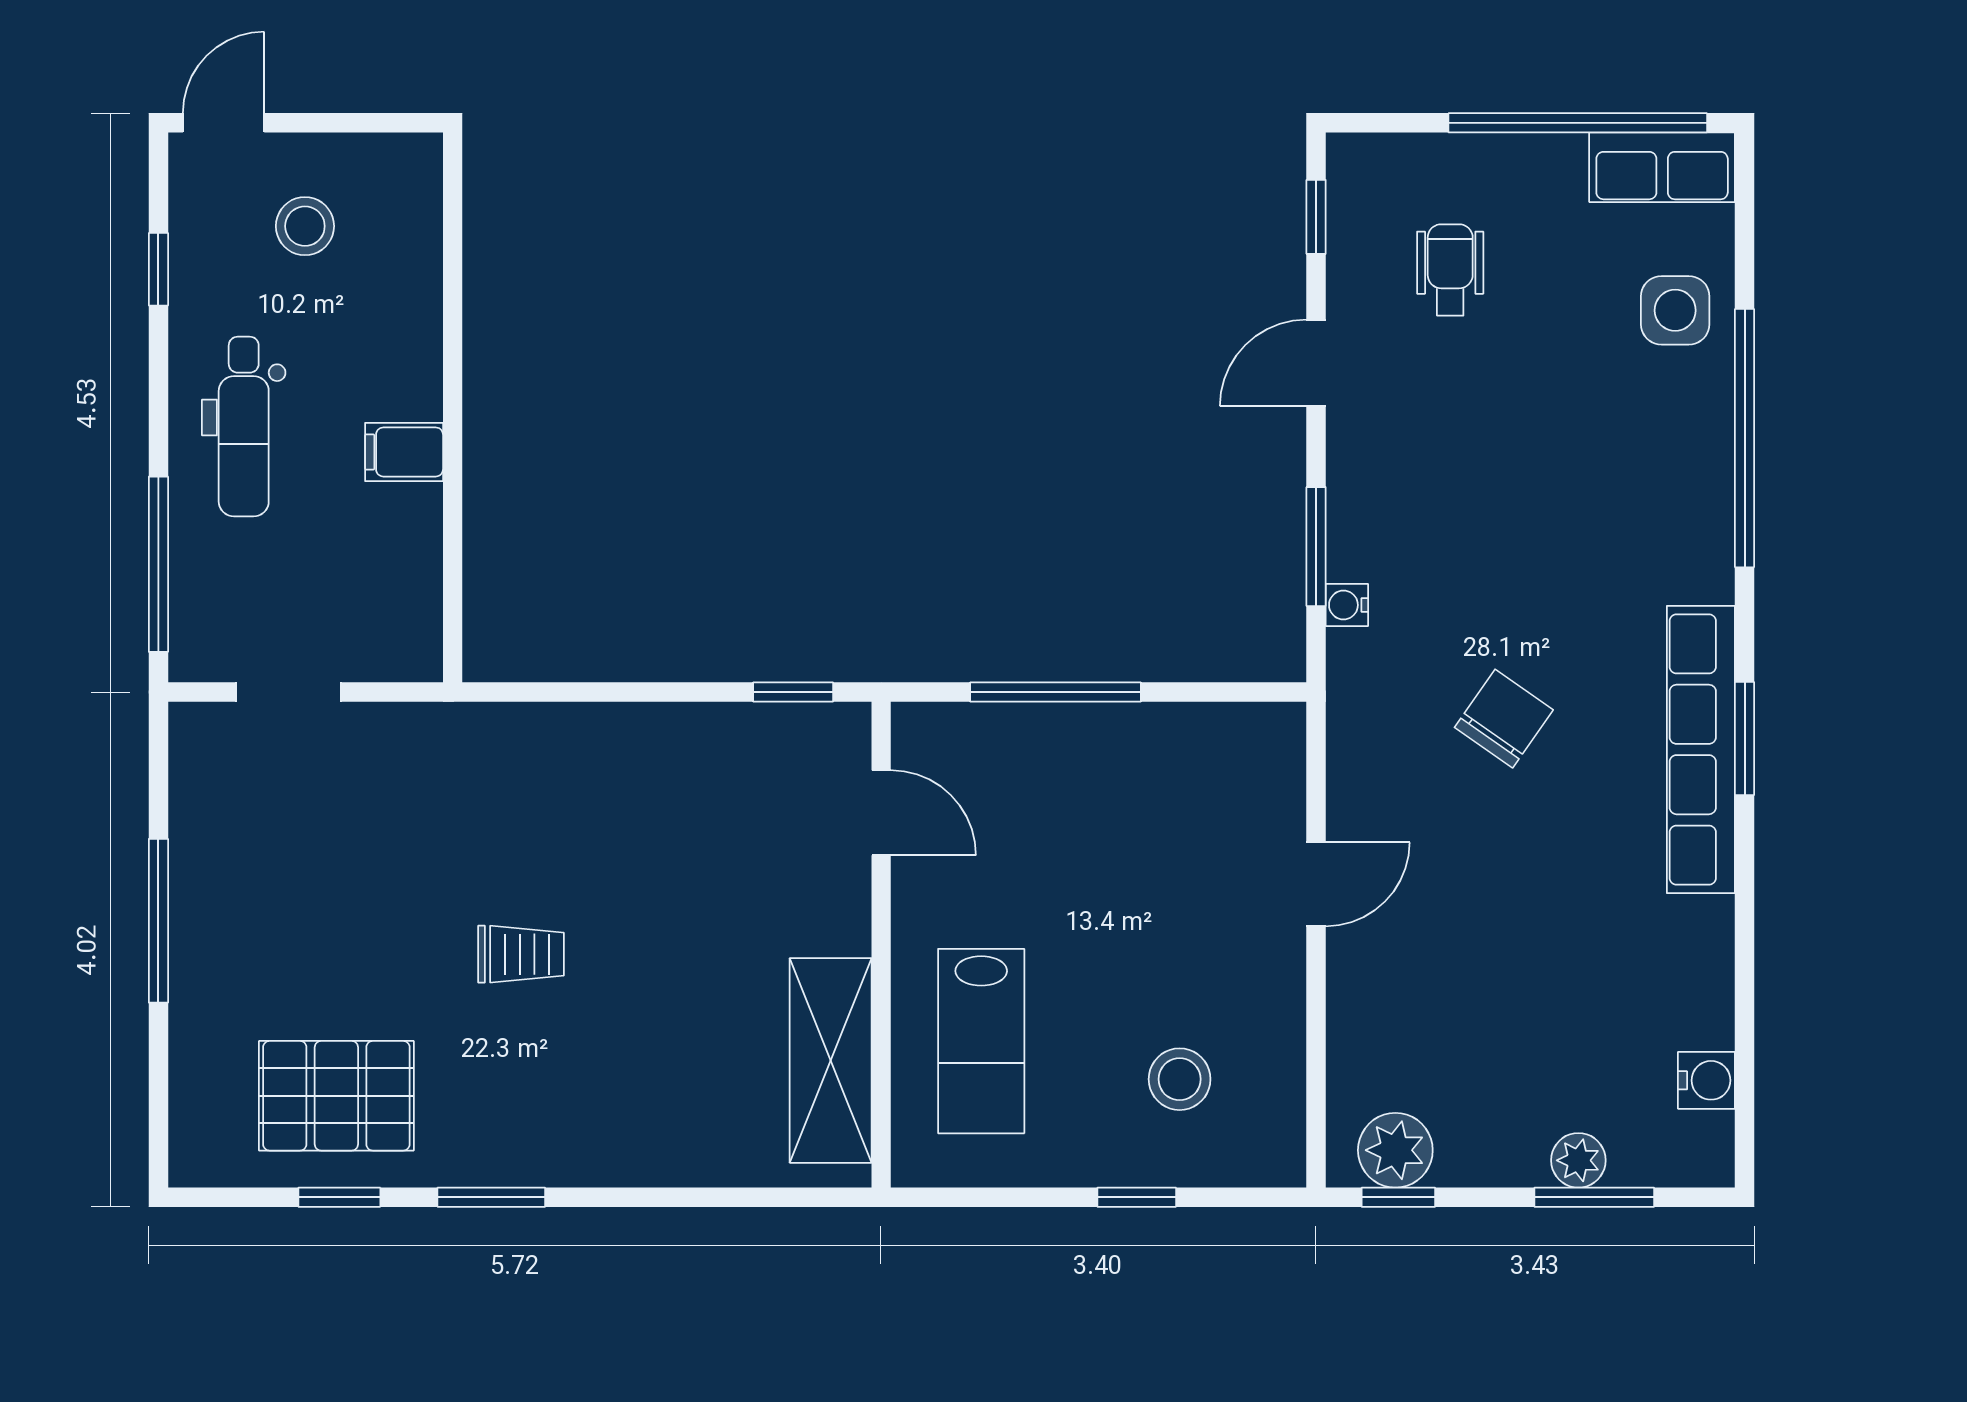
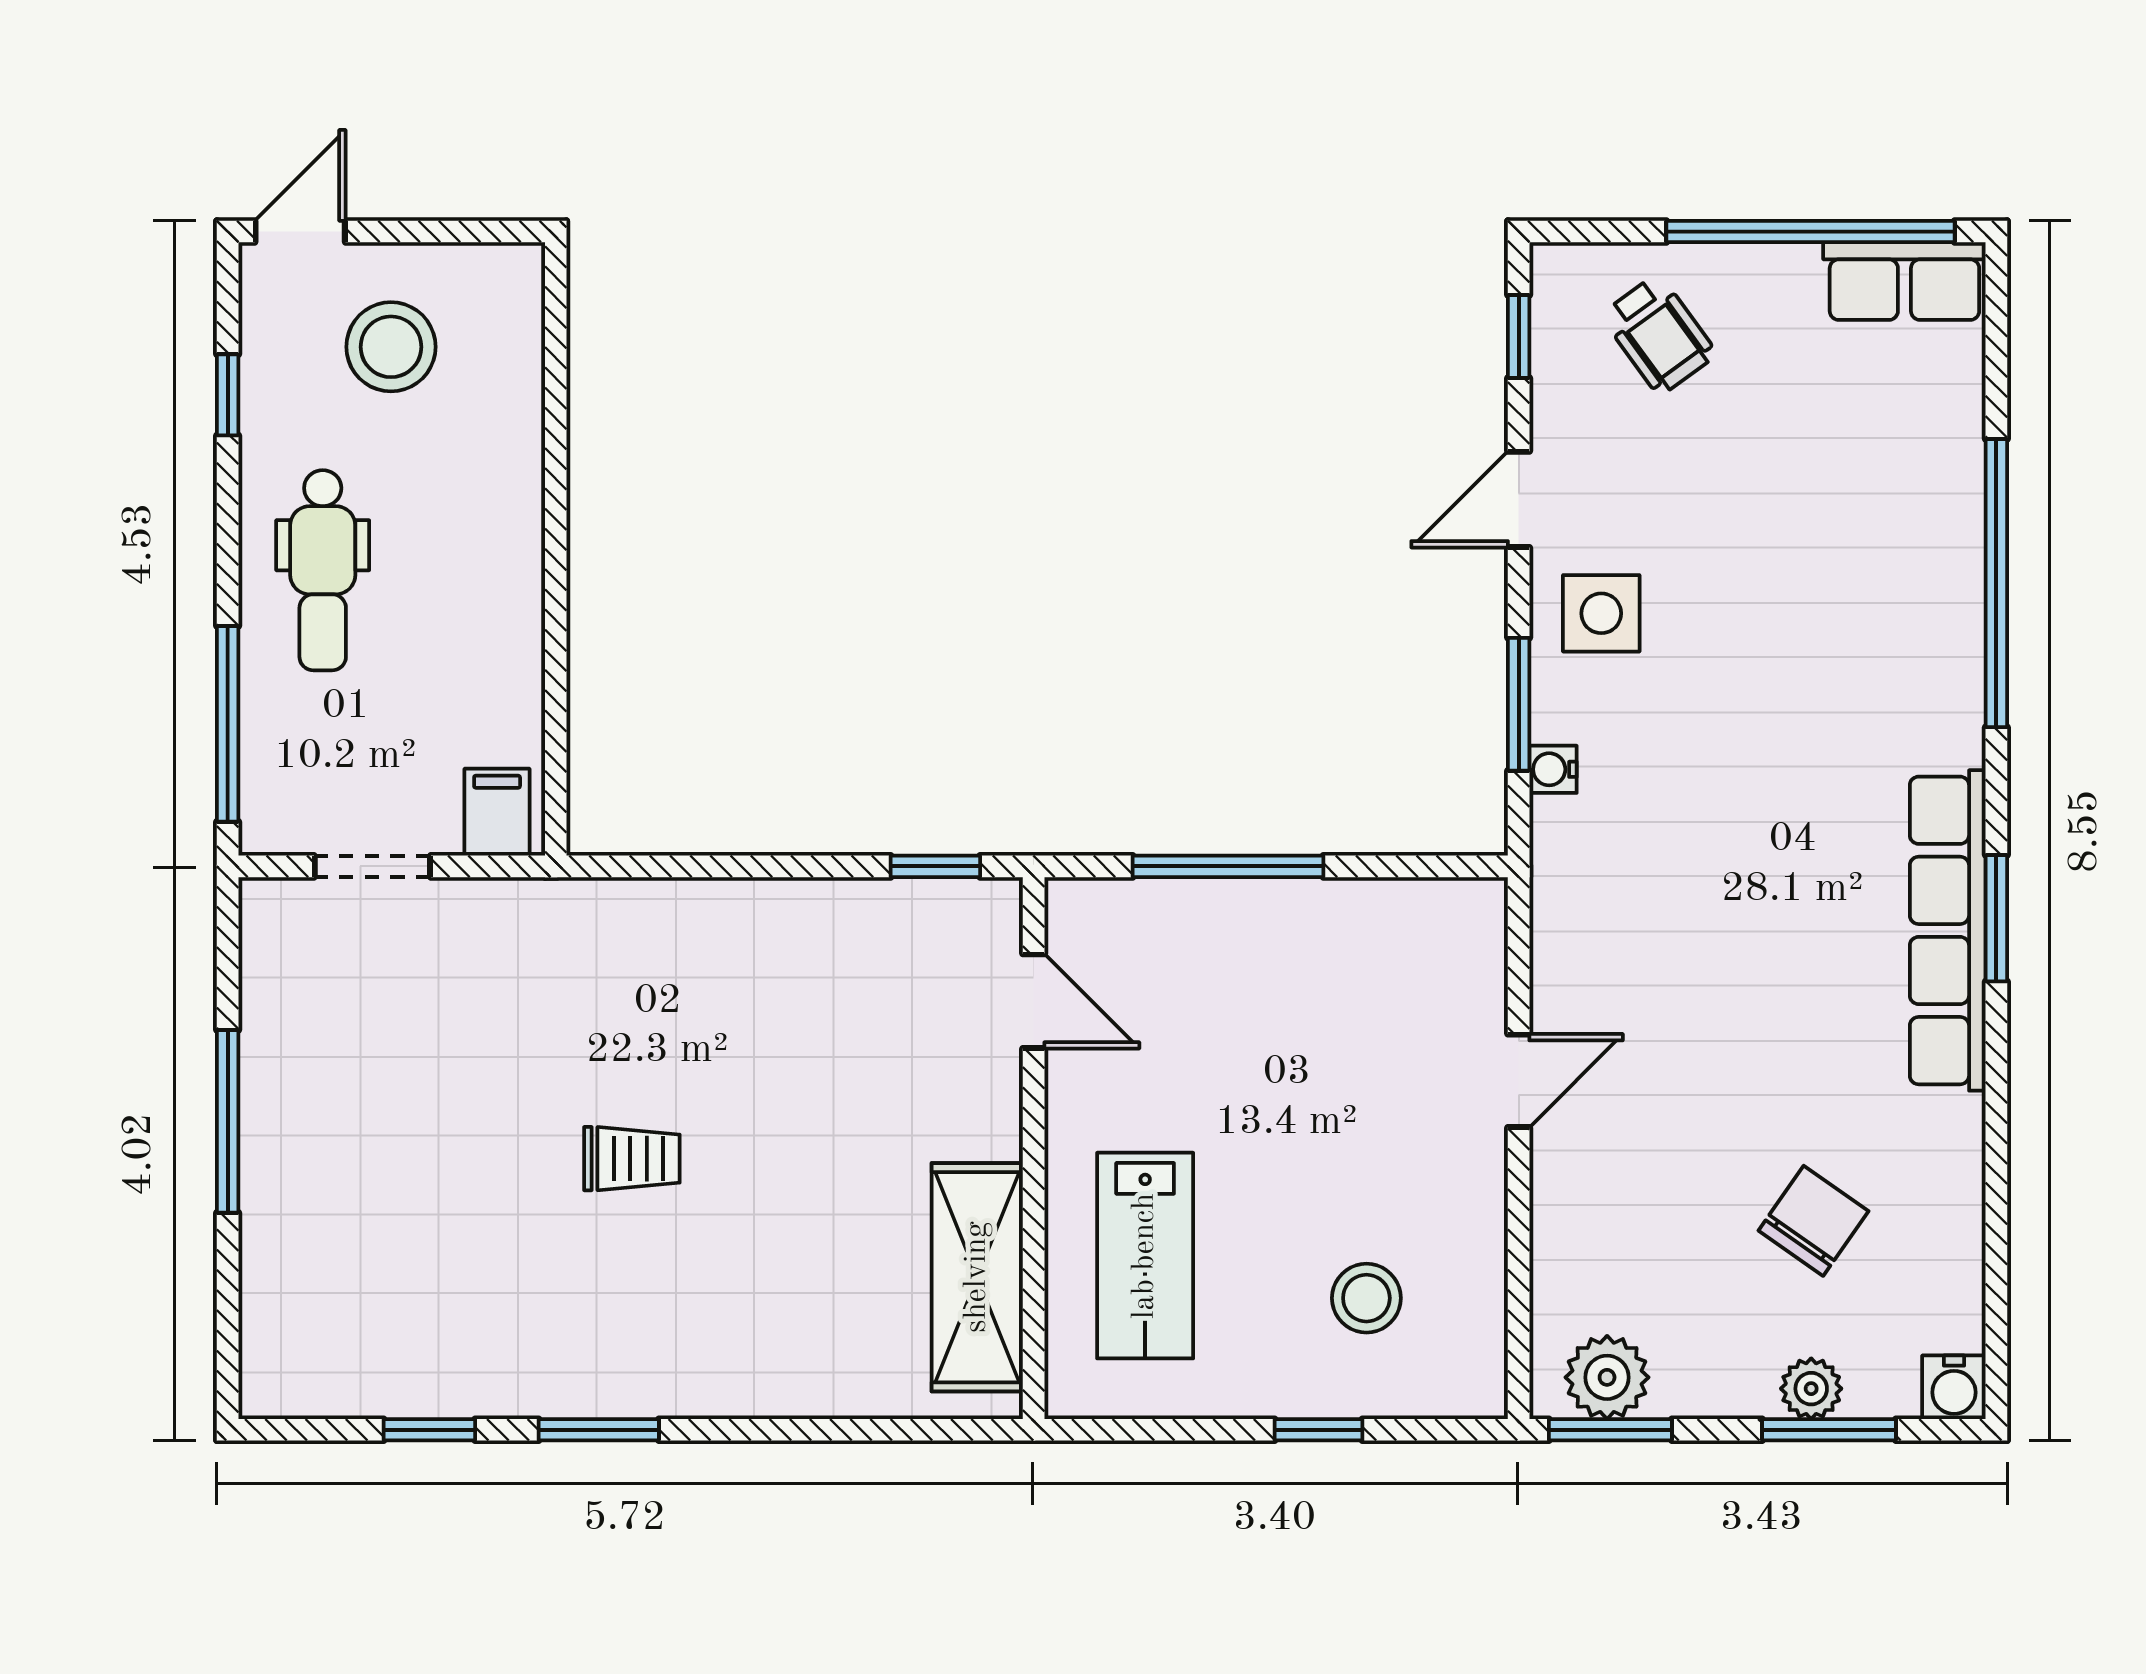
stool: (305, 226) -> (391, 347), width x1.38, depth x1.38
wheelchair: (1450, 270) -> (1659, 335), moved, turned 144
side table: (1675, 310) -> (1601, 613), moved
filing cabinet: (404, 452) -> (497, 812), moved, turned 90
chair: (1504, 719) -> (1813, 1221), moved
water cooler: (1706, 1080) -> (1954, 1387), moved, turned 90
pallet: (336, 1096) -> (426, 1317), removed
window: (1398, 1197) -> (1610, 1430), width x1.50

